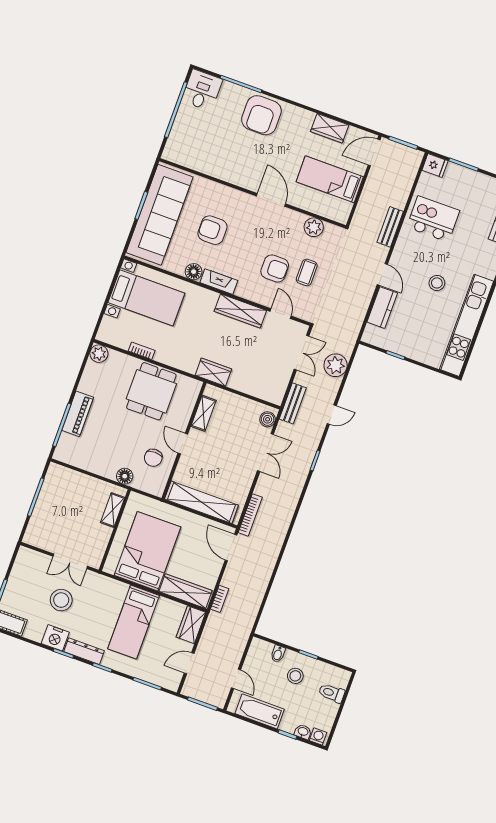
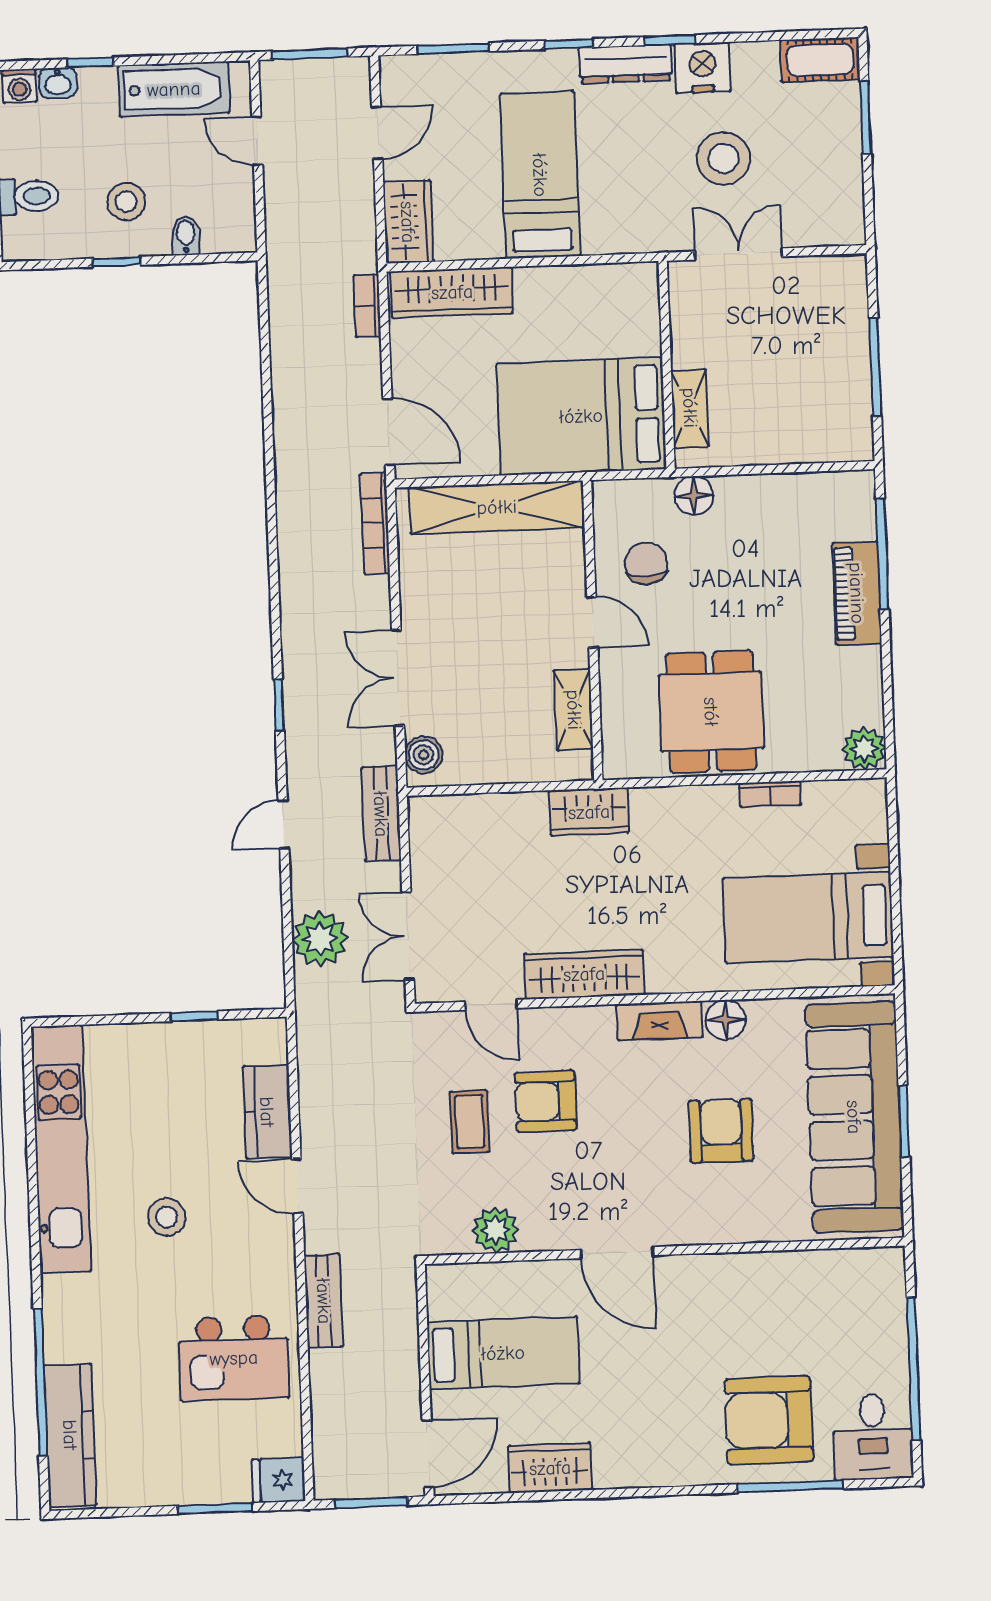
armchair: (261, 115) -> (769, 1420), moved, turned -90
armchair: (212, 230) -> (721, 1131), turned -90
bed: (147, 551) -> (581, 416), moved, turned 90

